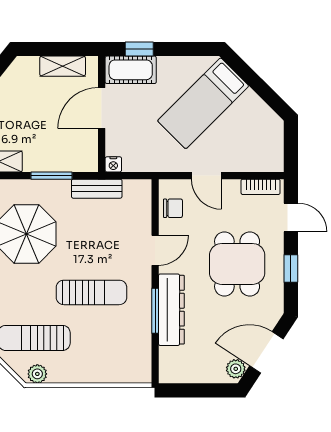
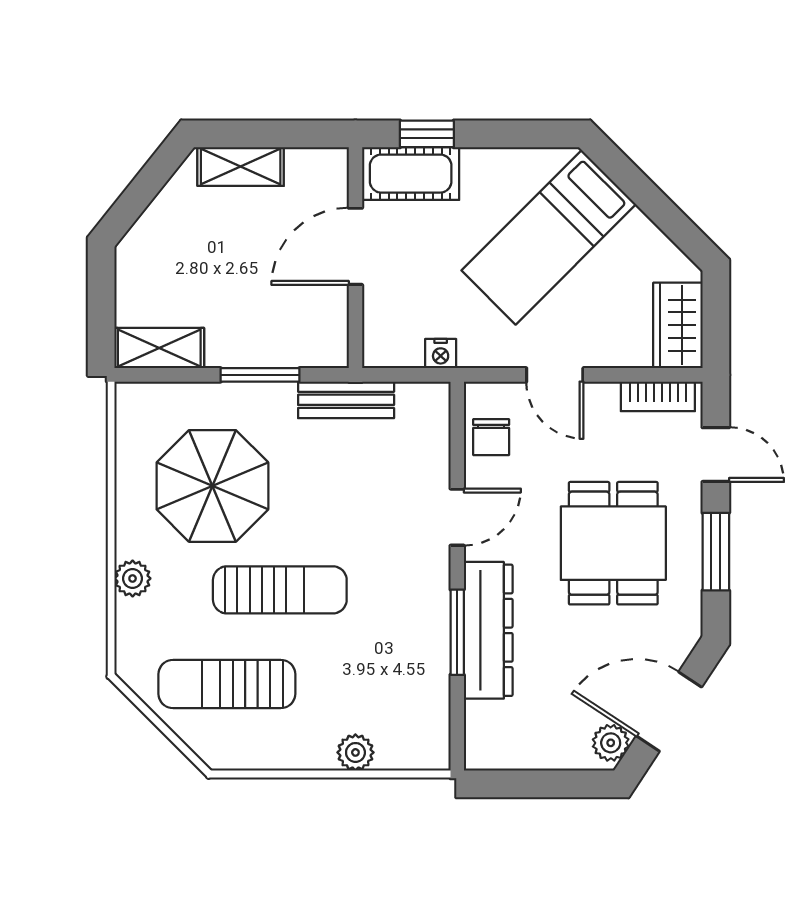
shelving: (63, 66) -> (241, 167), moved
wardrobe: (271, 149) -> (678, 325), added
nightstand: (113, 164) -> (441, 354), moved
chair: (173, 208) -> (491, 437), turned 90
window: (291, 268) -> (716, 552), width x1.50
sun lounger: (91, 292) -> (280, 590), moved
plant: (37, 374) -> (355, 752), moved

